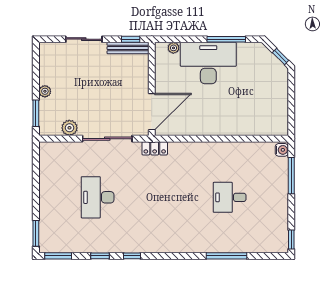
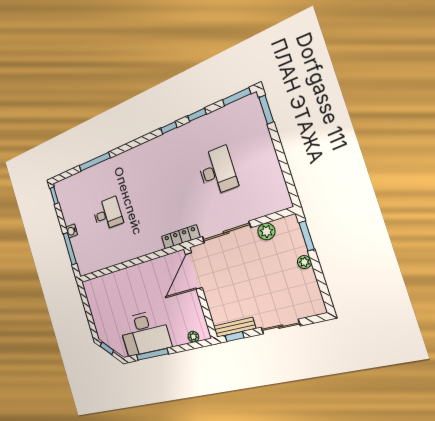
desk: (208, 63) -> (145, 333), moved
locker: (155, 148) -> (181, 237), width x1.53
water cooler: (282, 150) -> (72, 231), moved

